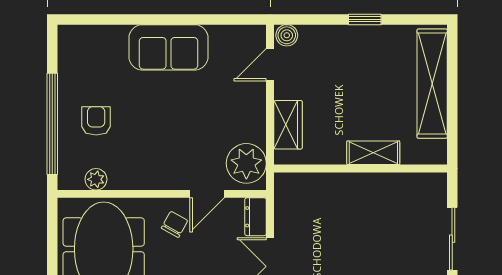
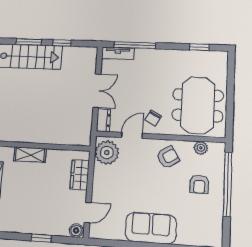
window: (365, 19) -> (41, 238), moved
armchair: (147, 161) -> (168, 157), added

